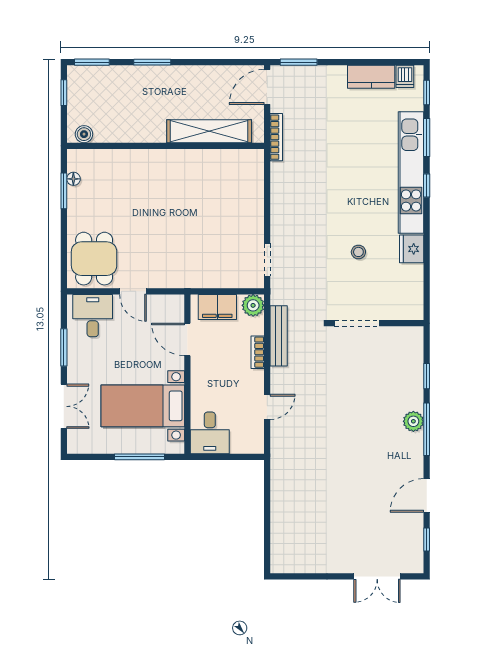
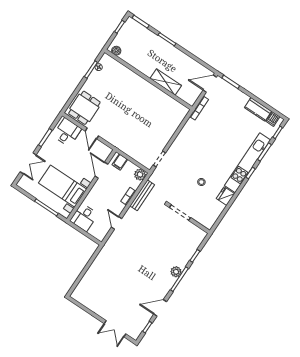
shelving: (209, 131) -> (166, 82), width x0.68
filing cabinet: (217, 307) -> (120, 162), width x0.50
door: (267, 407) -> (117, 223), swing flipped

